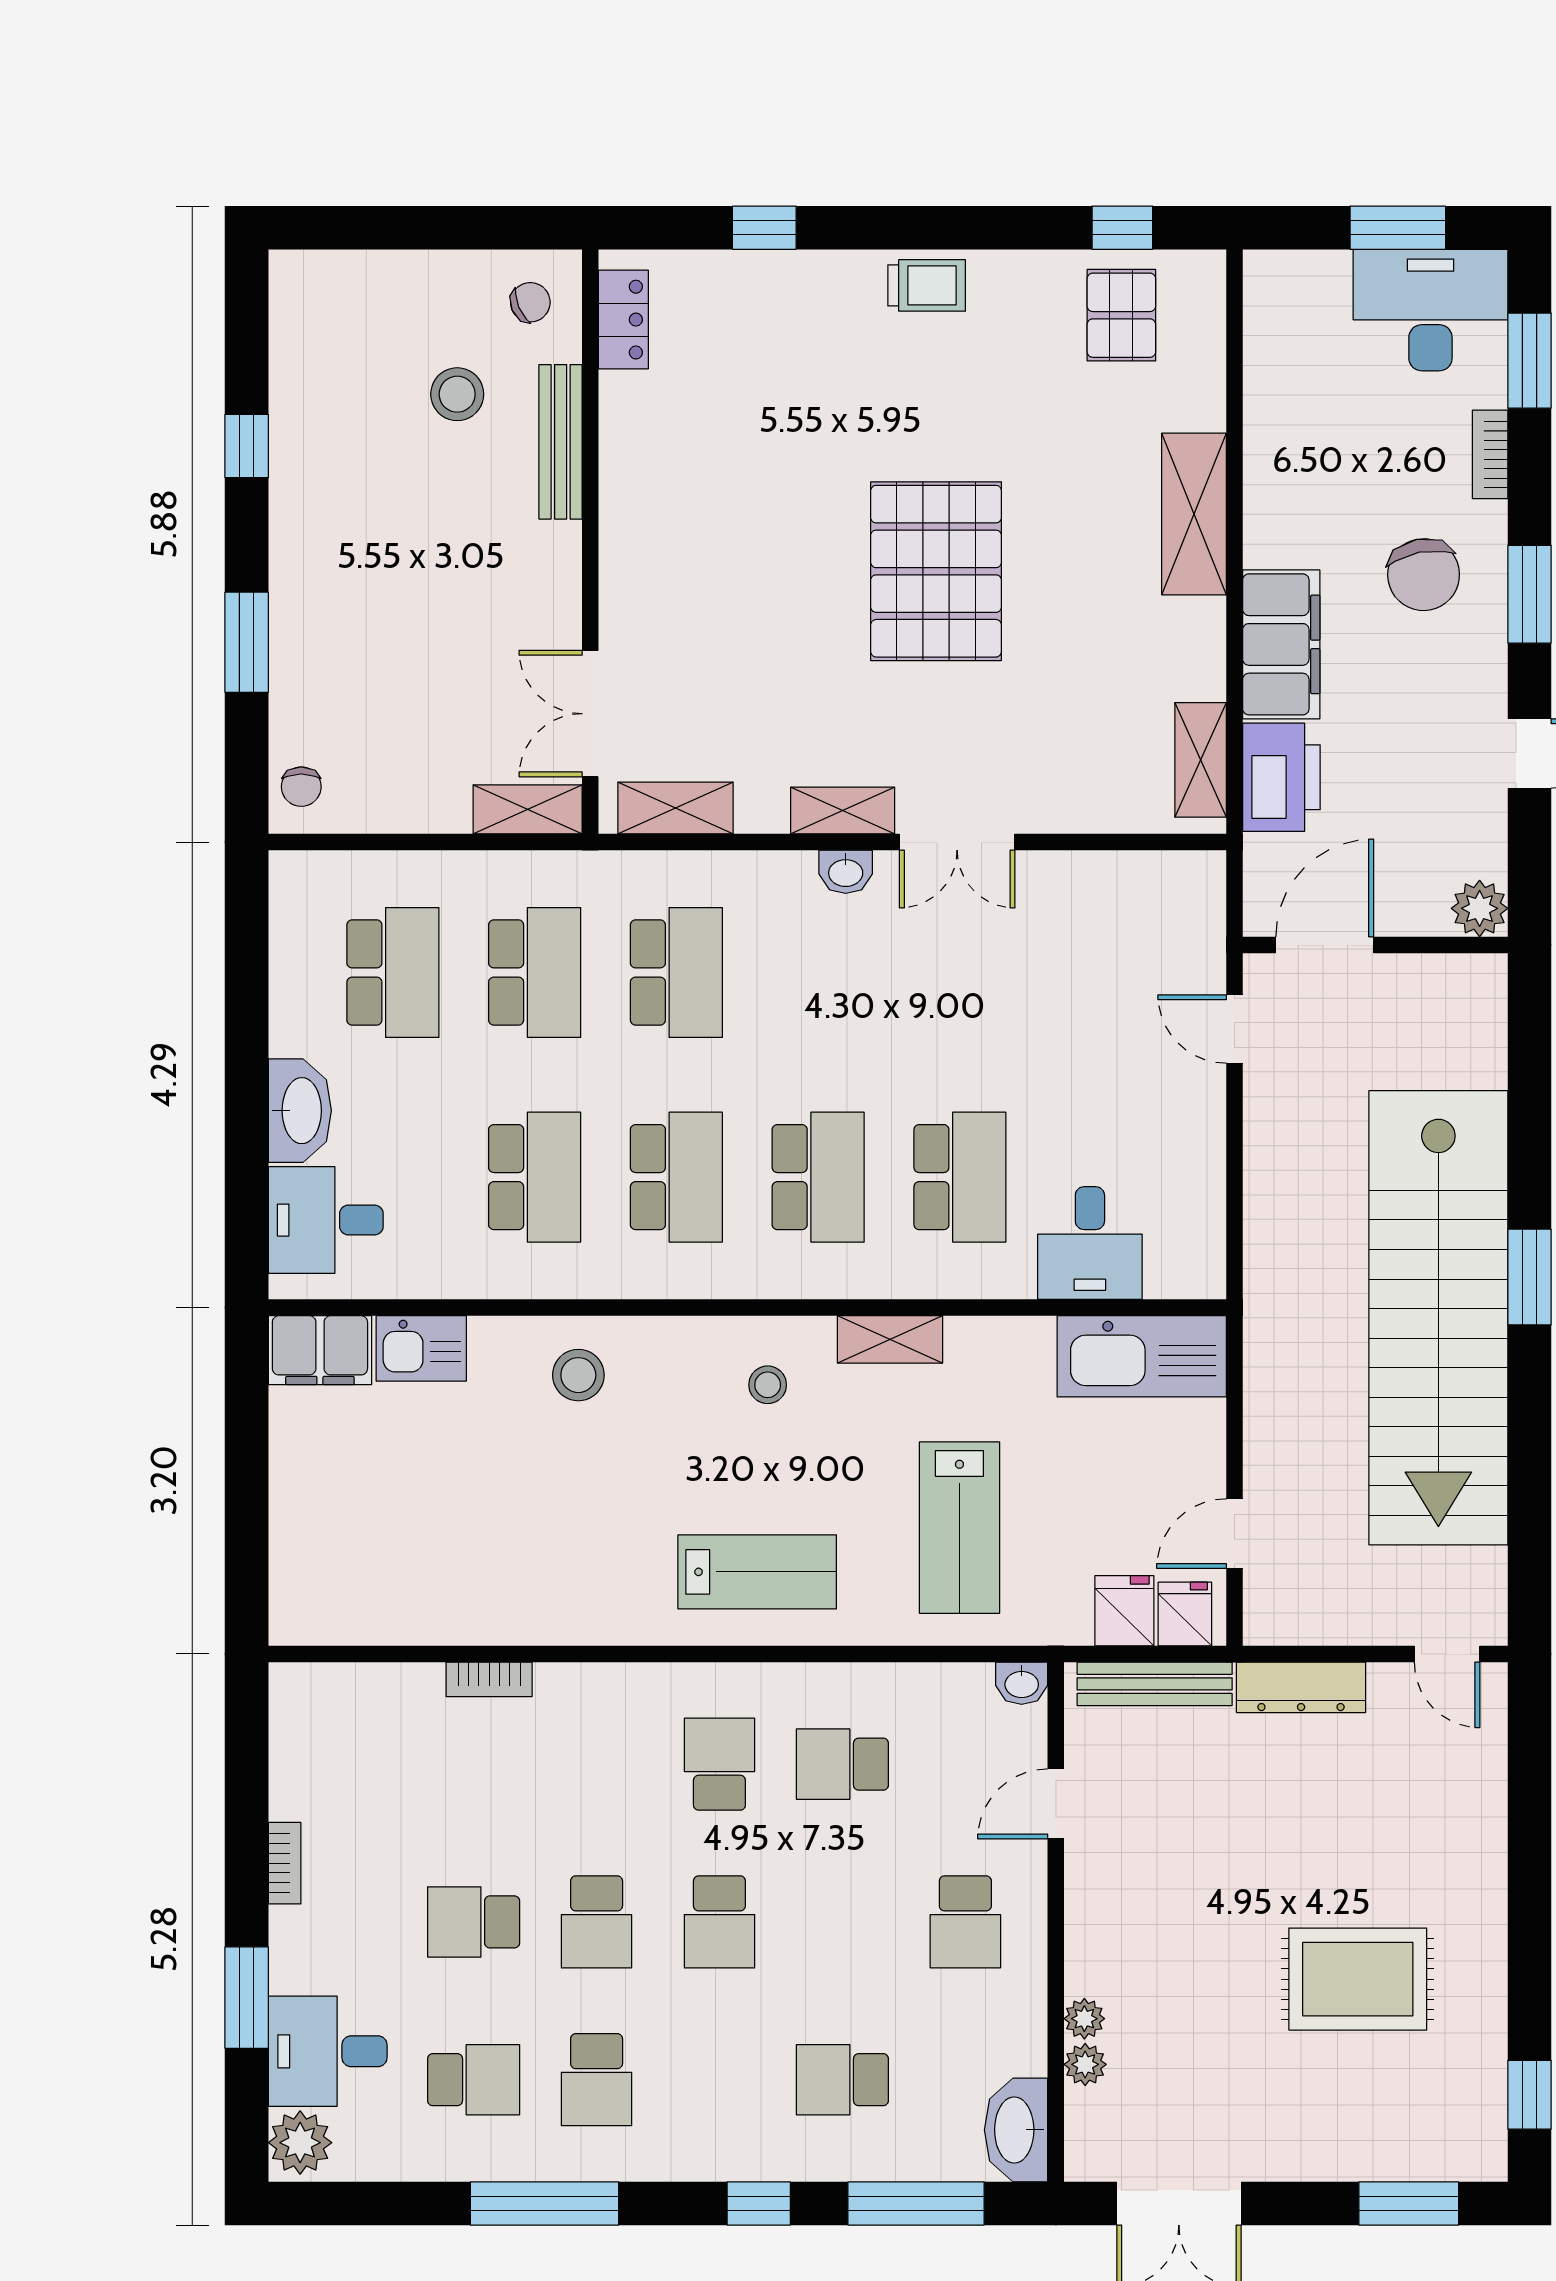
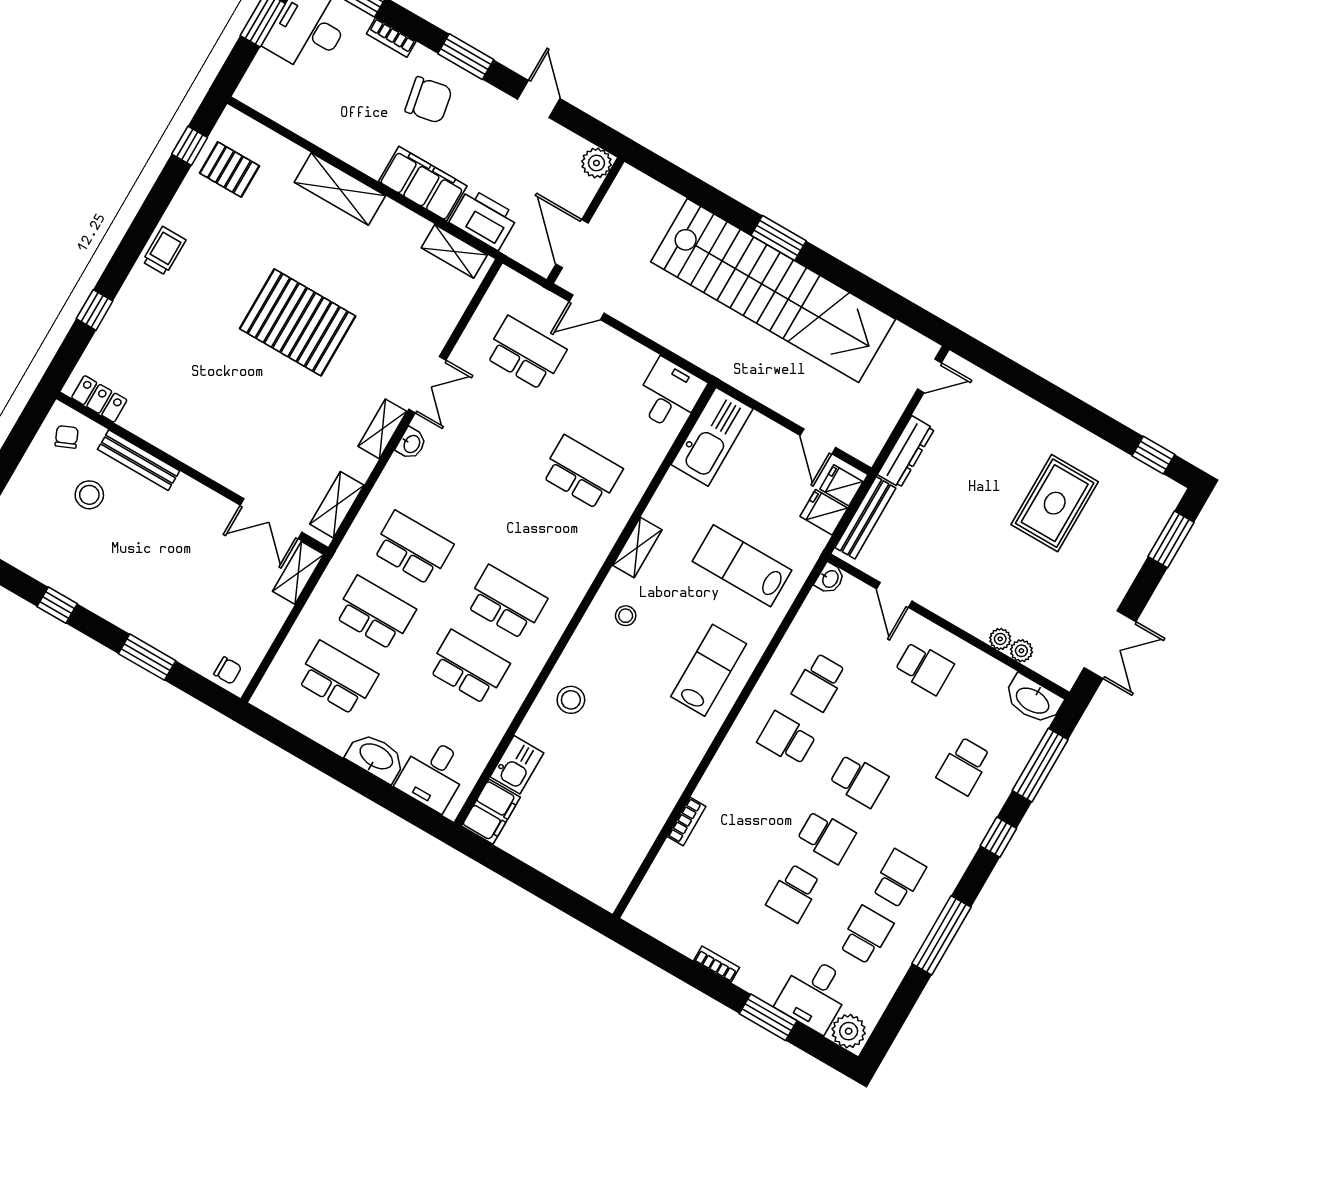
school desk: (818, 1177) -> (525, 353), moved
desk: (1090, 1243) -> (669, 395), moved, turned -90
lab bench: (959, 1528) -> (742, 566), turned 180
school desk: (597, 2080) -> (899, 879), turned -90

